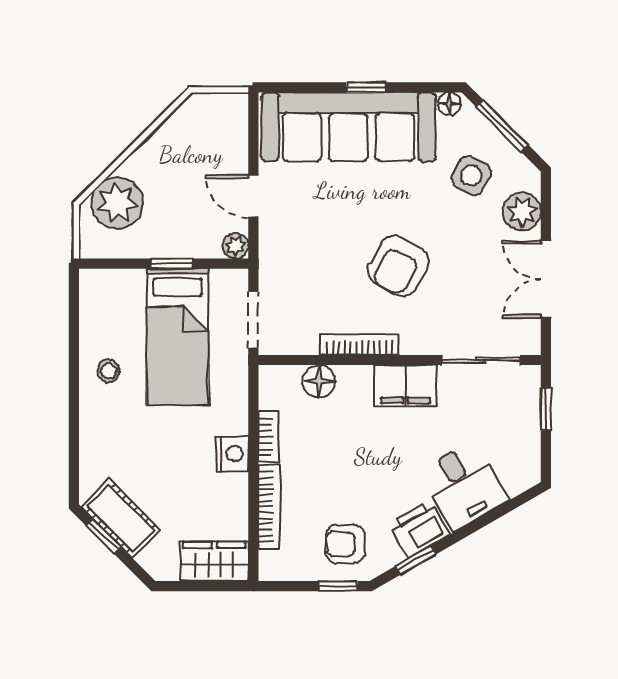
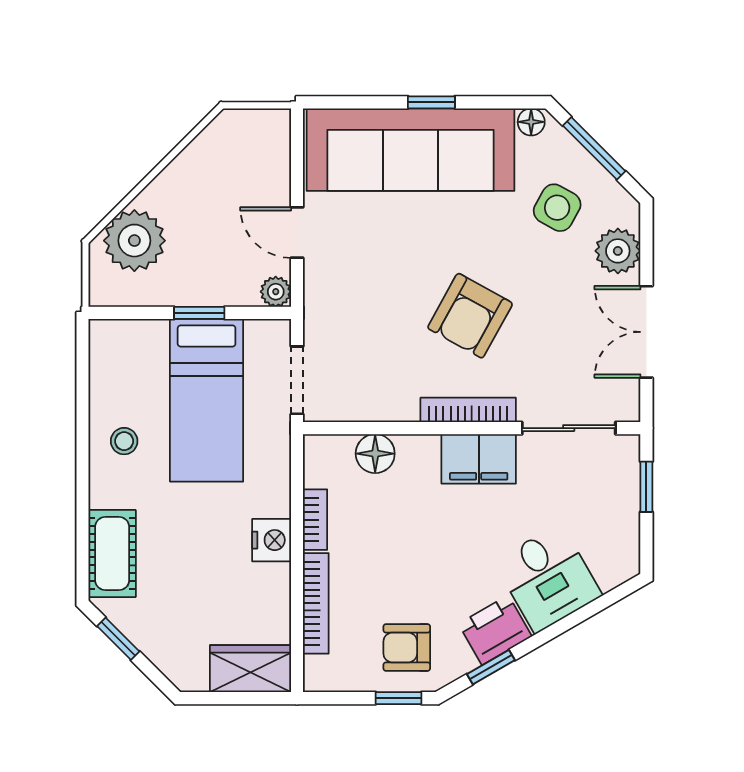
bookcase: (360, 345) -> (468, 410), moved
cot: (121, 518) -> (112, 554), moved, turned 45

